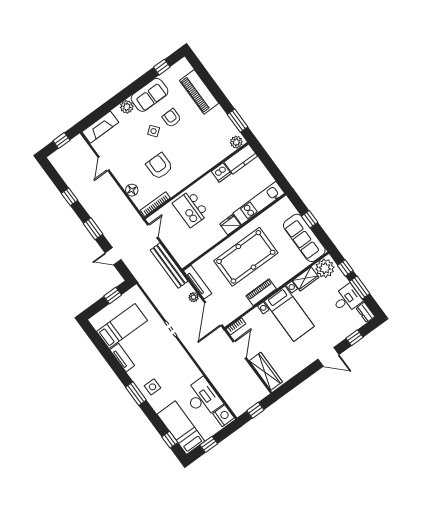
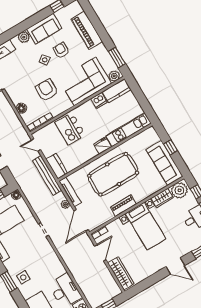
corner sofa: (203, 152) -> (85, 81), added
door: (153, 231) -> (36, 145), swing flipped
kitchen counter: (179, 254) -> (57, 166), added
floor lamp: (135, 292) -> (16, 195), added

